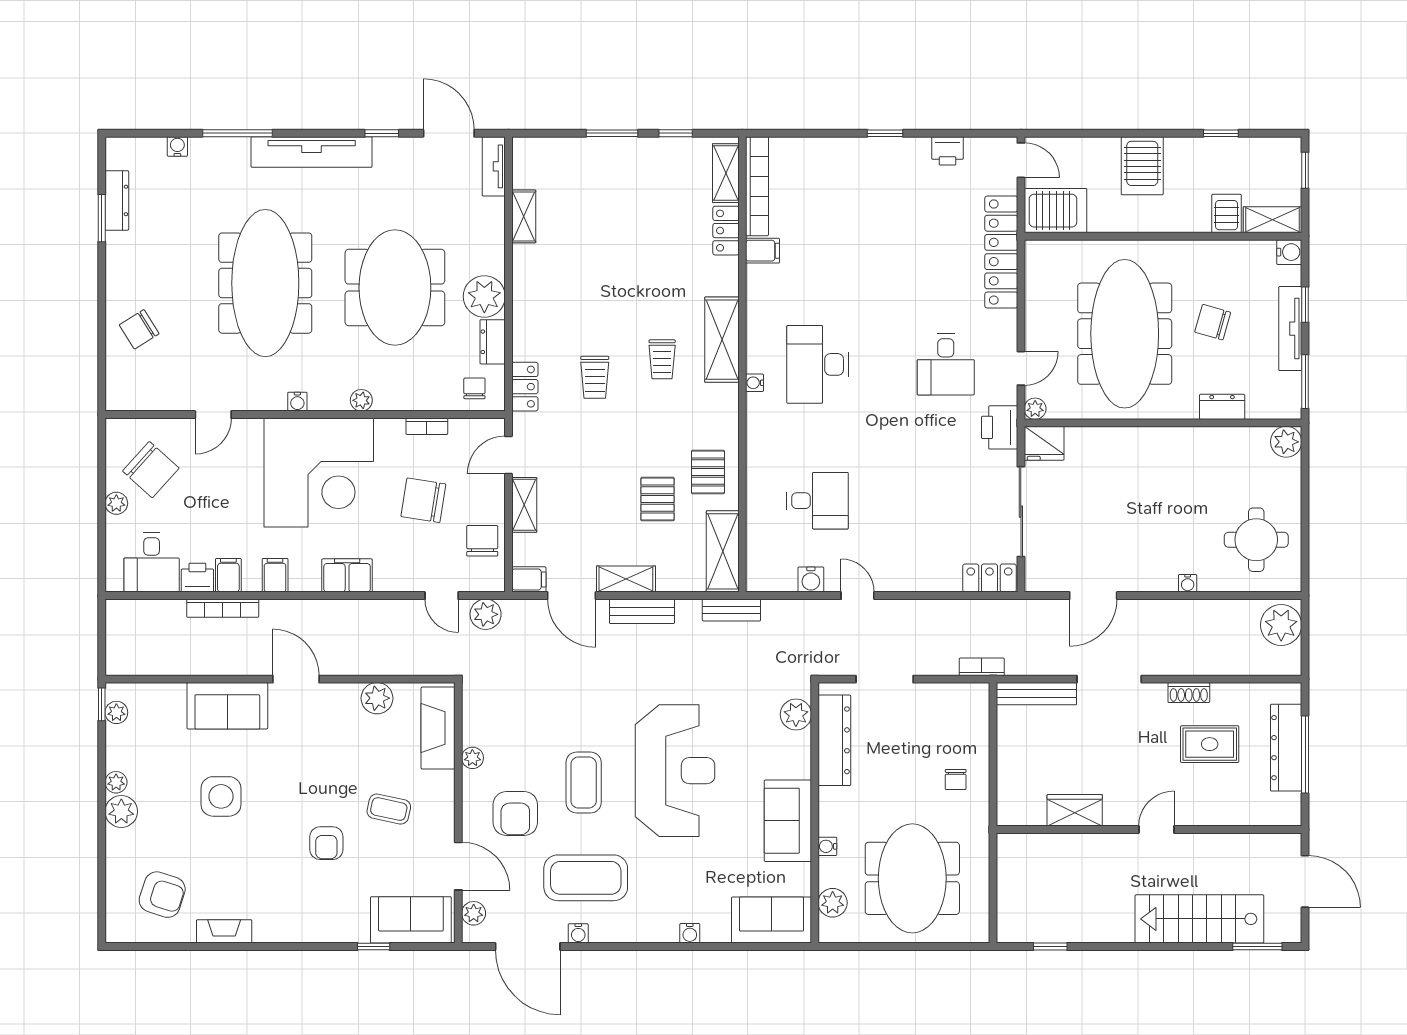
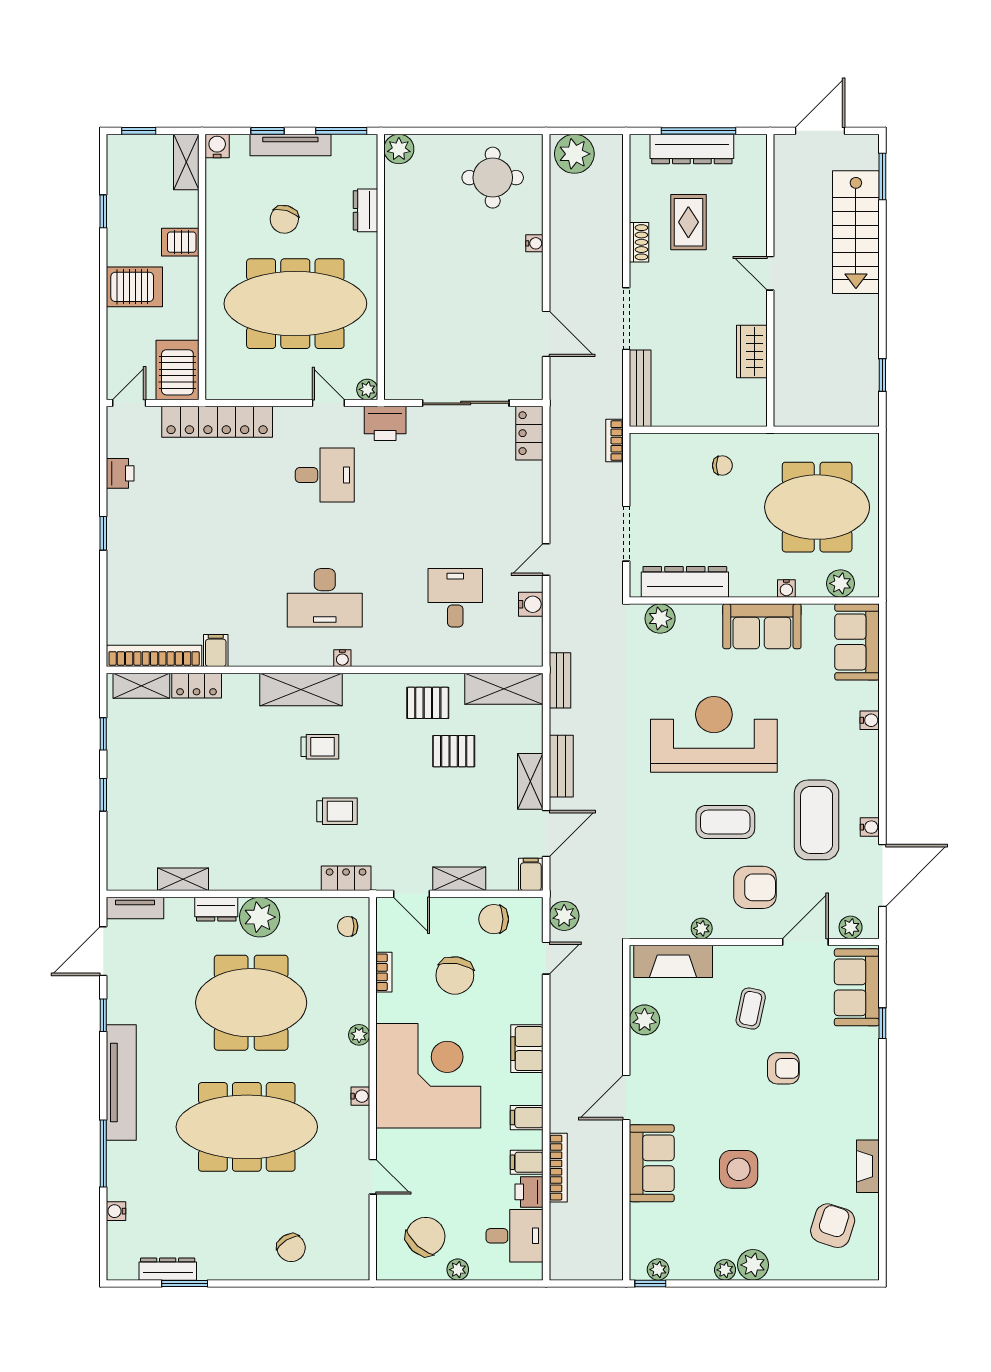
window: (612, 133) -> (103, 795), width x0.67
server rack: (1227, 214) -> (180, 242), moved
dresser: (493, 342) -> (216, 909), moved
fridge: (1044, 443) -> (400, 381), removed

